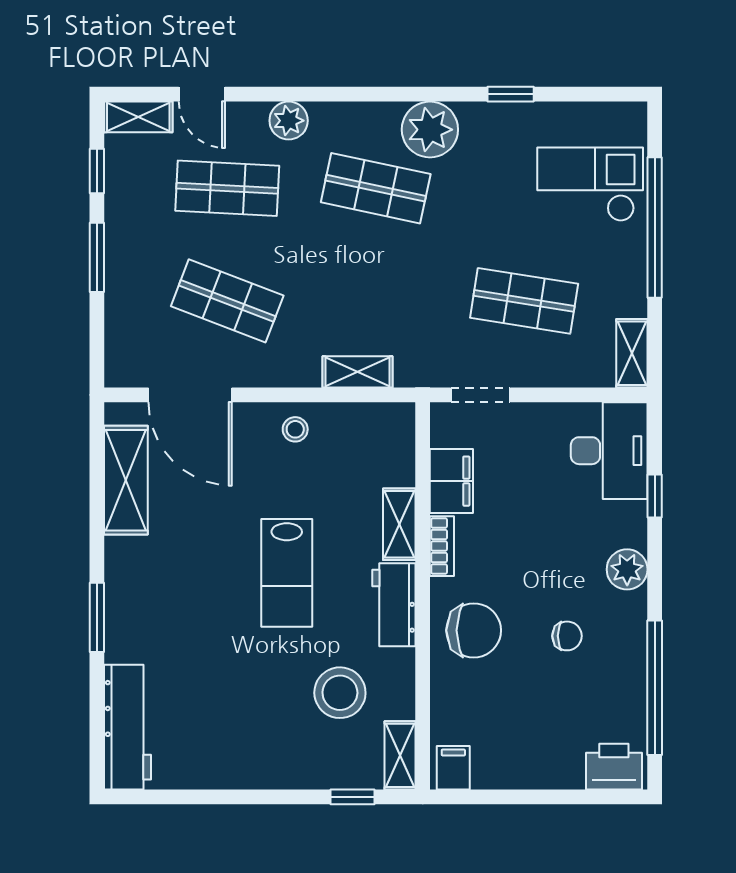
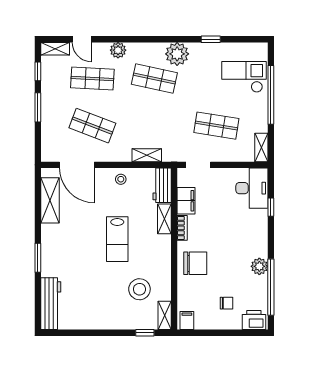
plant: (627, 569) -> (259, 266), moved
workbench: (394, 605) -> (162, 185), moved
chair: (567, 636) -> (226, 303), moved

